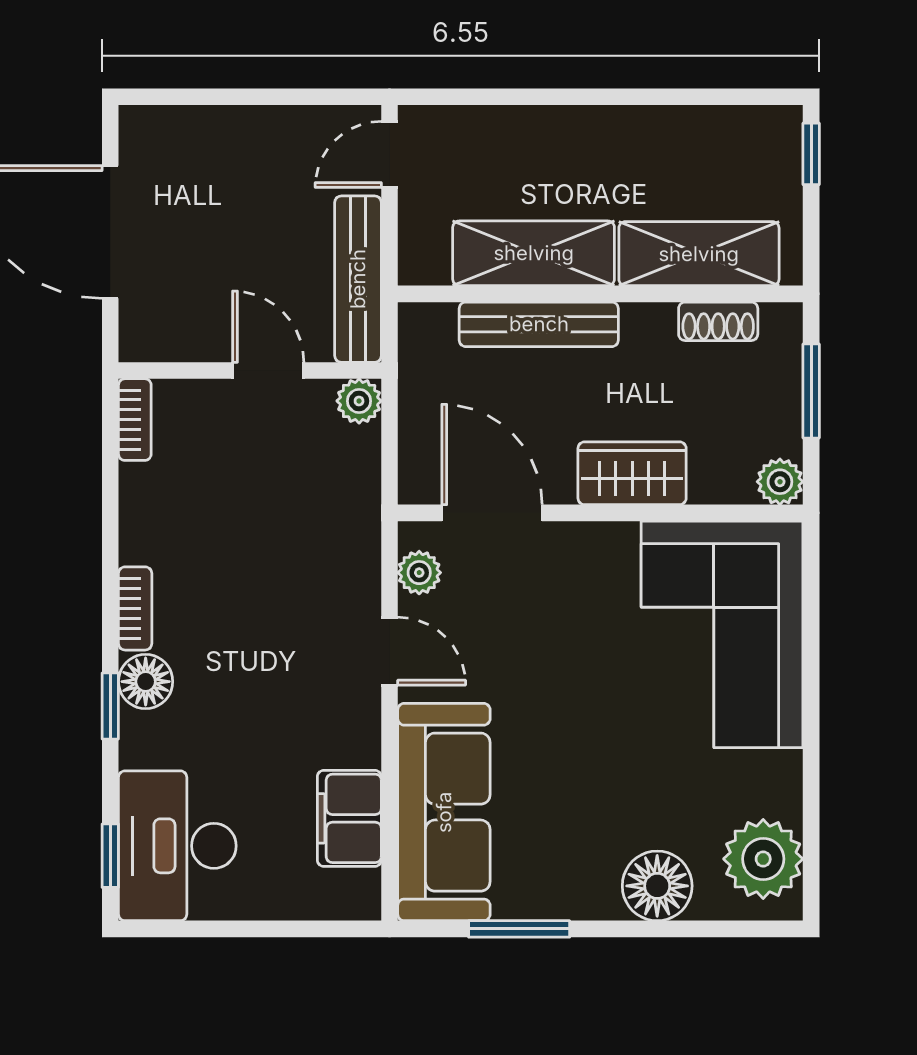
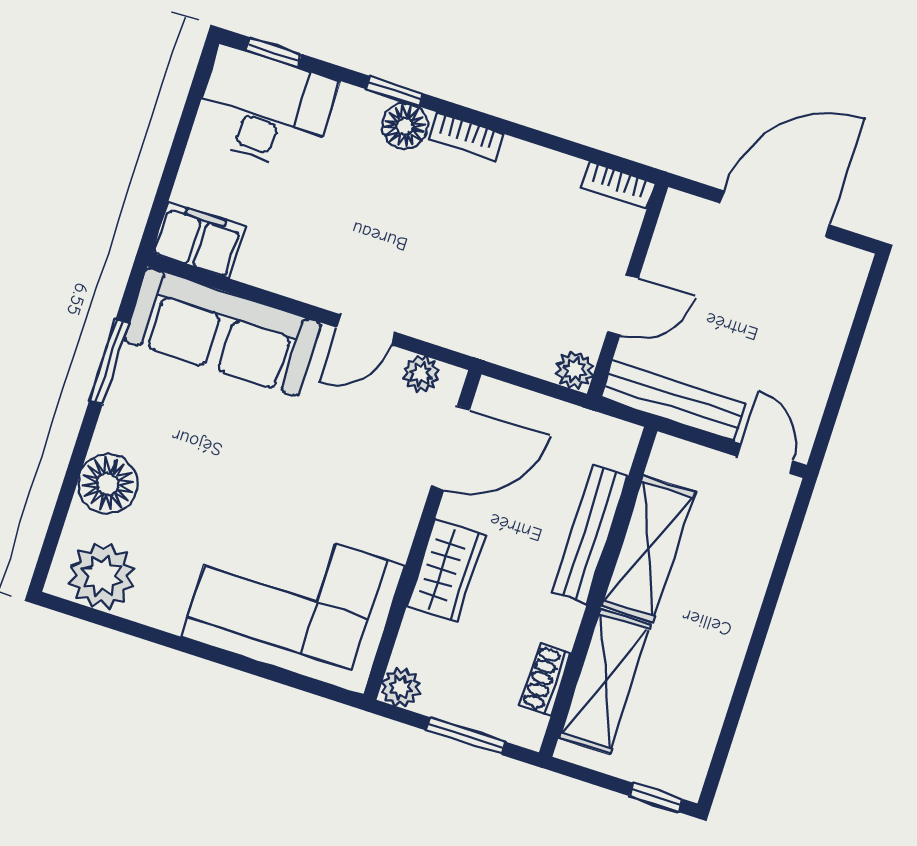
filing cabinet: (349, 818) -> (198, 240), moved

